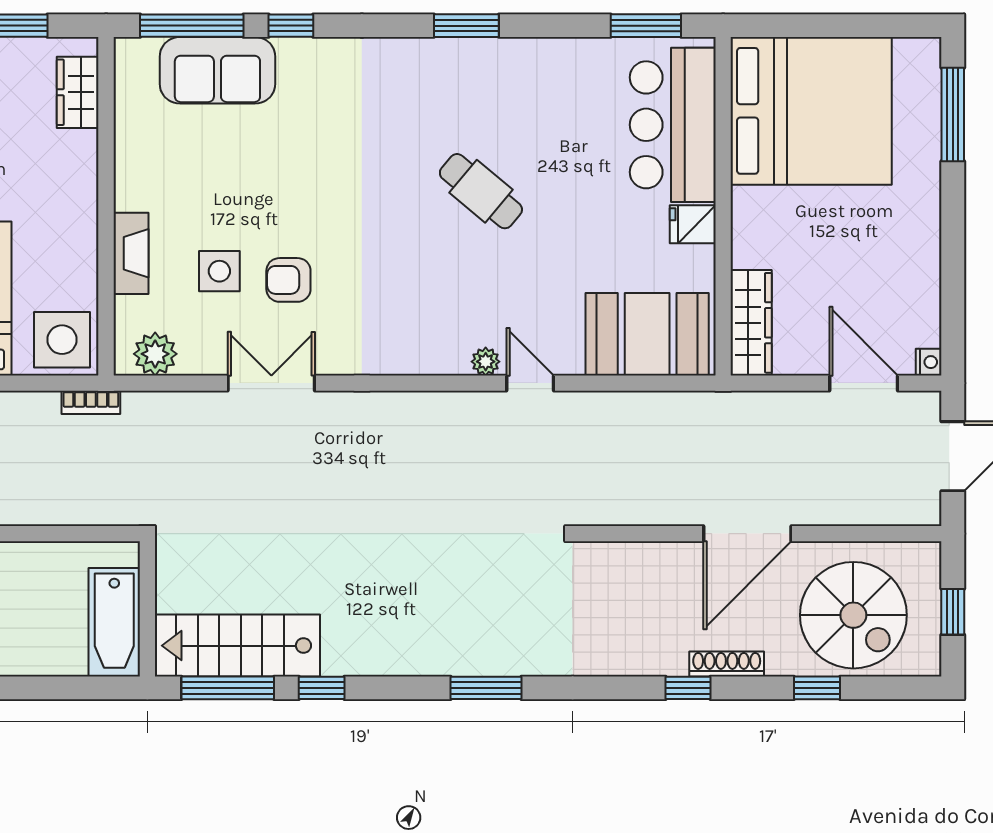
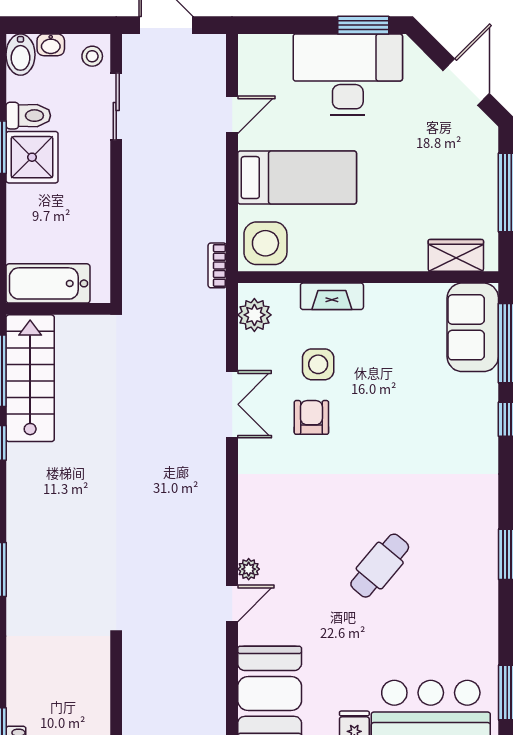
sofa: (217, 70) -> (473, 327), moved

